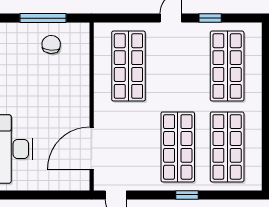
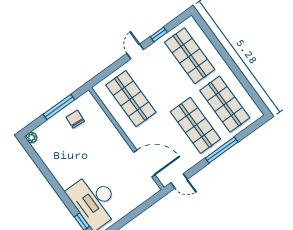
door: (92, 148) -> (144, 163), swing flipped
window: (187, 195) -> (222, 150), width x2.17

